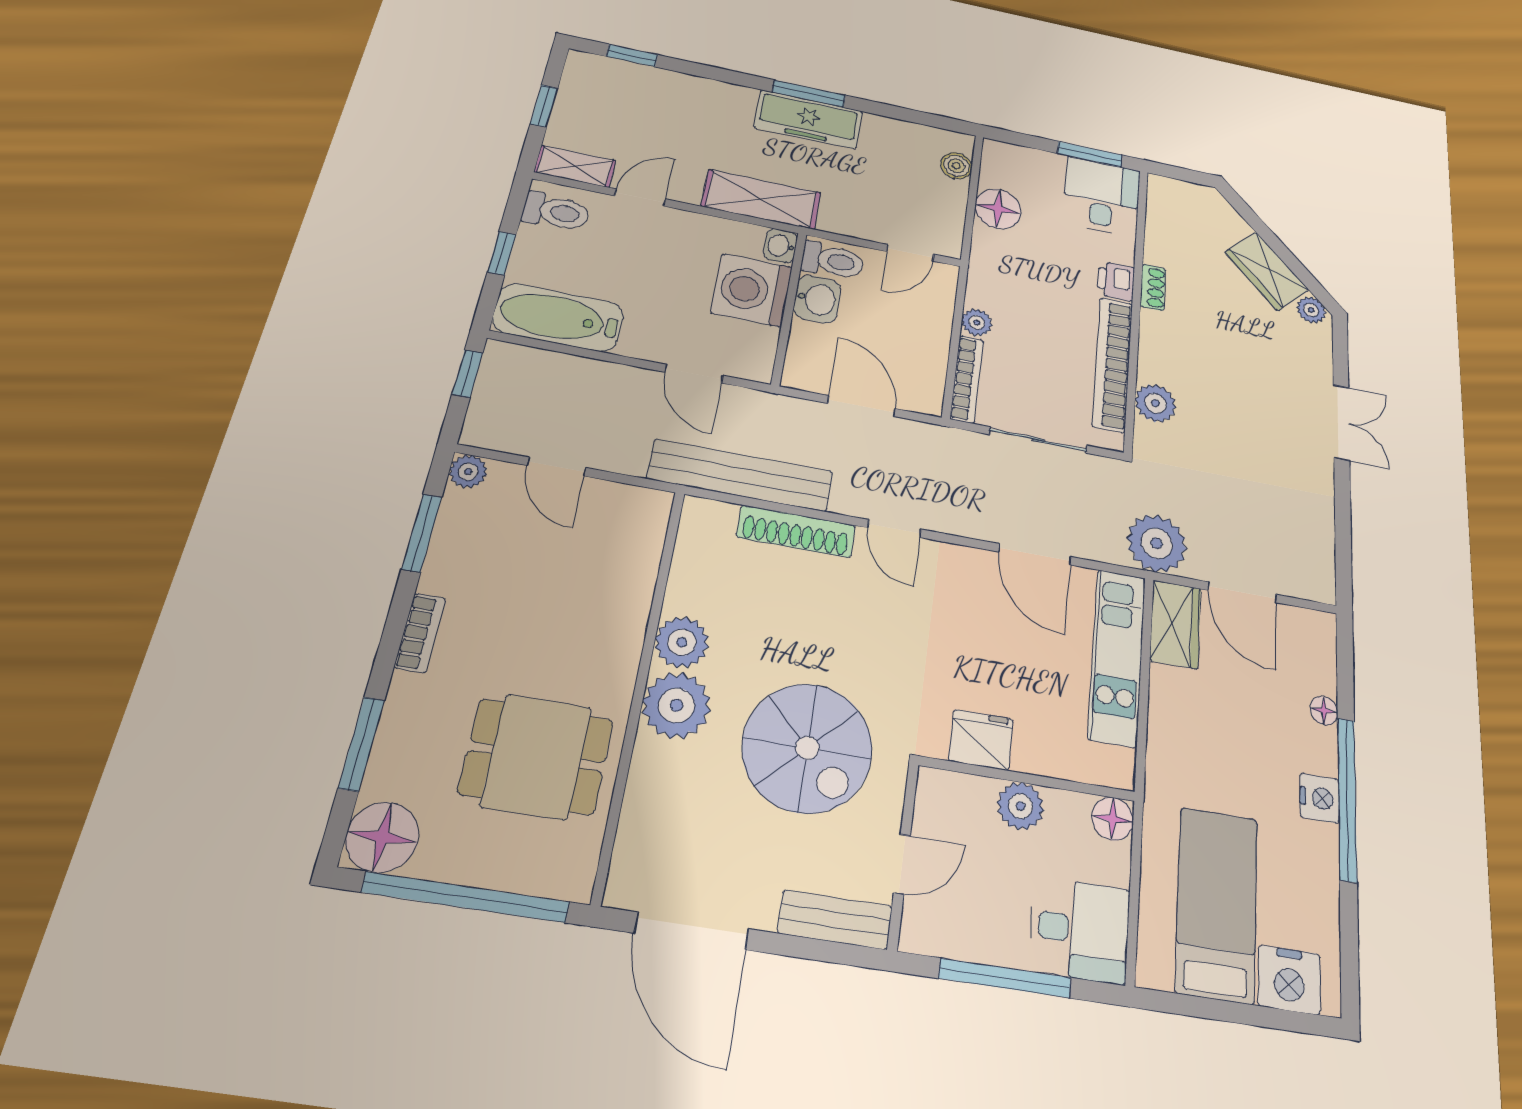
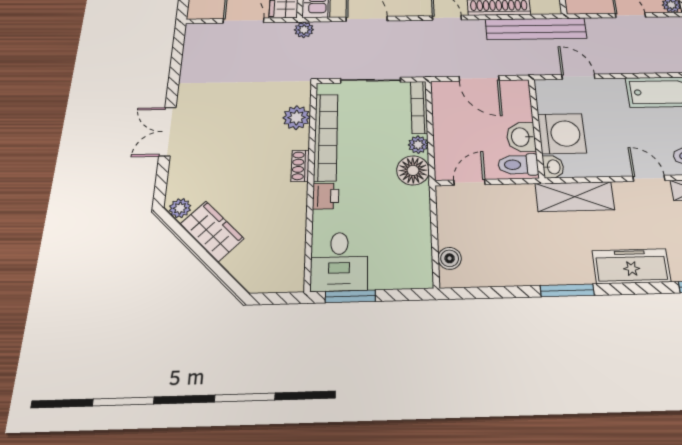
freezer: (808, 119) -> (631, 266), moved
door: (640, 197) -> (649, 178), swing flipped
floor lamp: (998, 209) -> (413, 170), moved
shoe rack: (1153, 287) -> (300, 166), moved
plant: (1157, 543) -> (304, 30), width x0.53, depth x0.53

